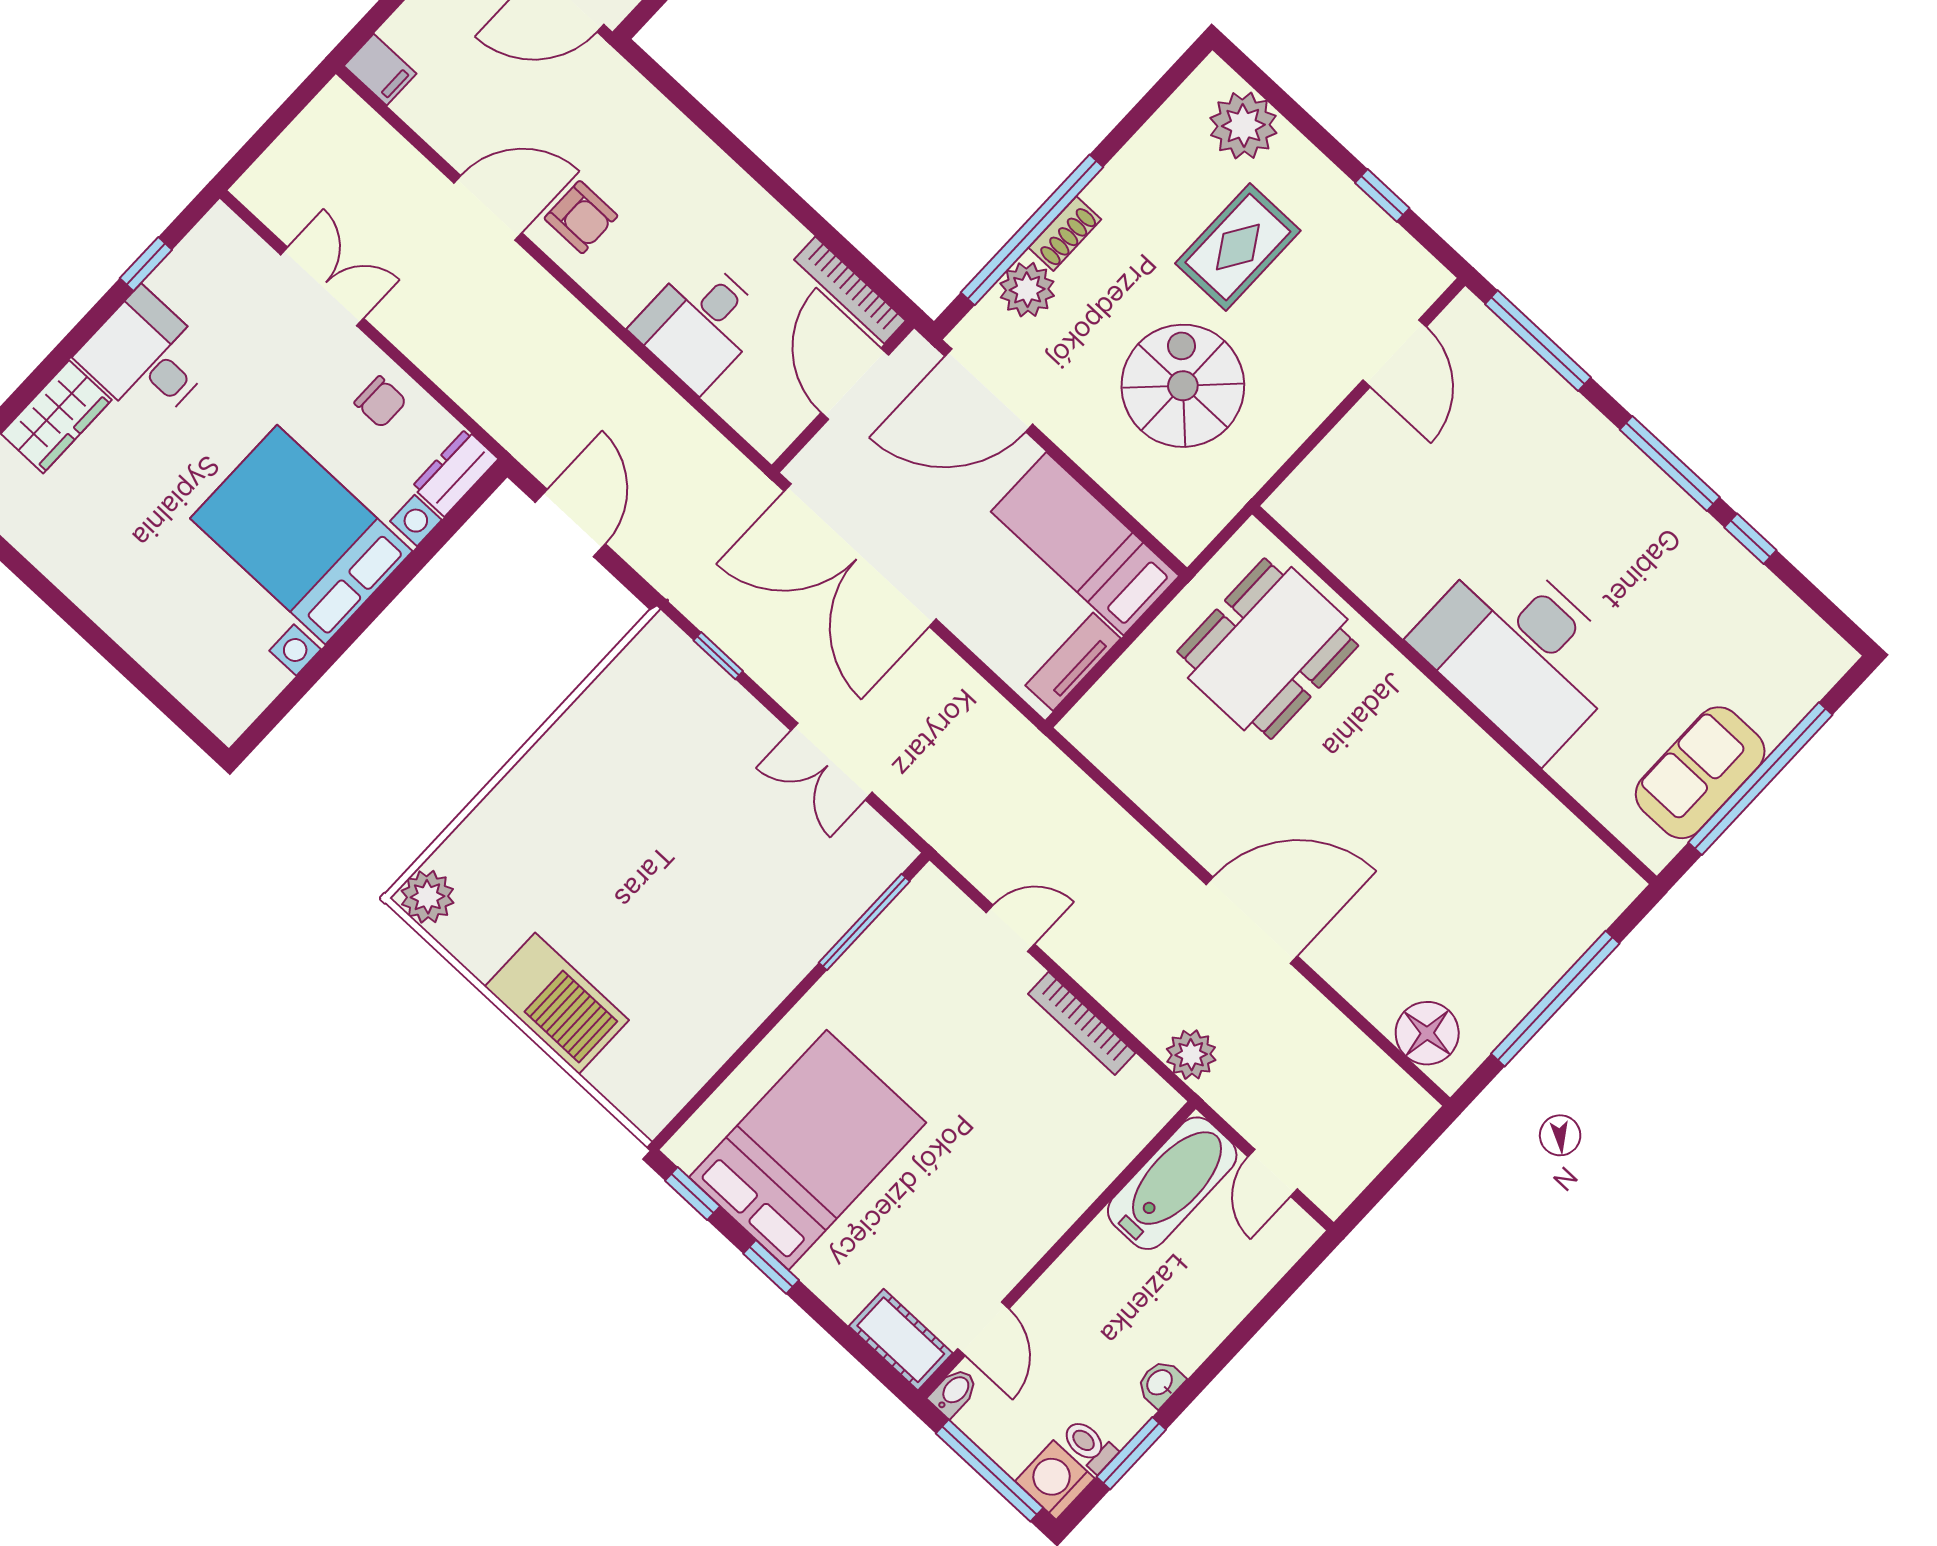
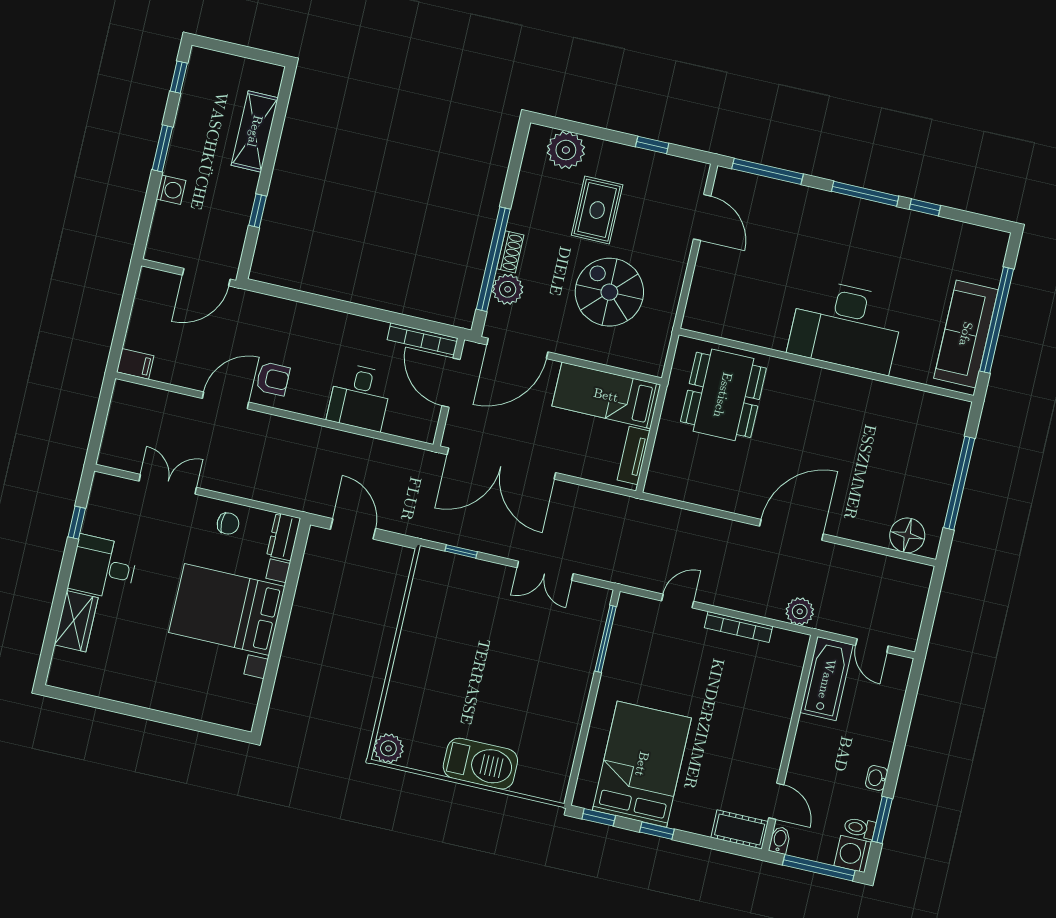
sofa: (1700, 773) -> (966, 334), width x1.36

